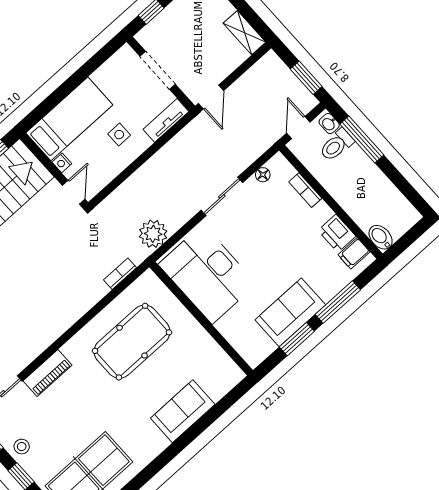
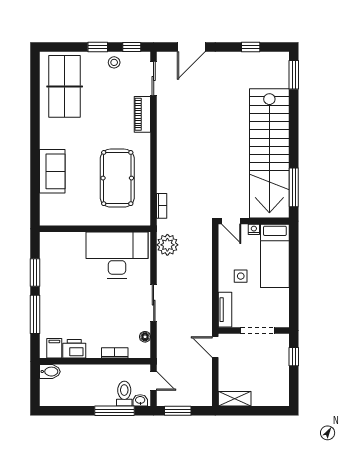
sofa: (290, 312) -> (53, 282), removed

